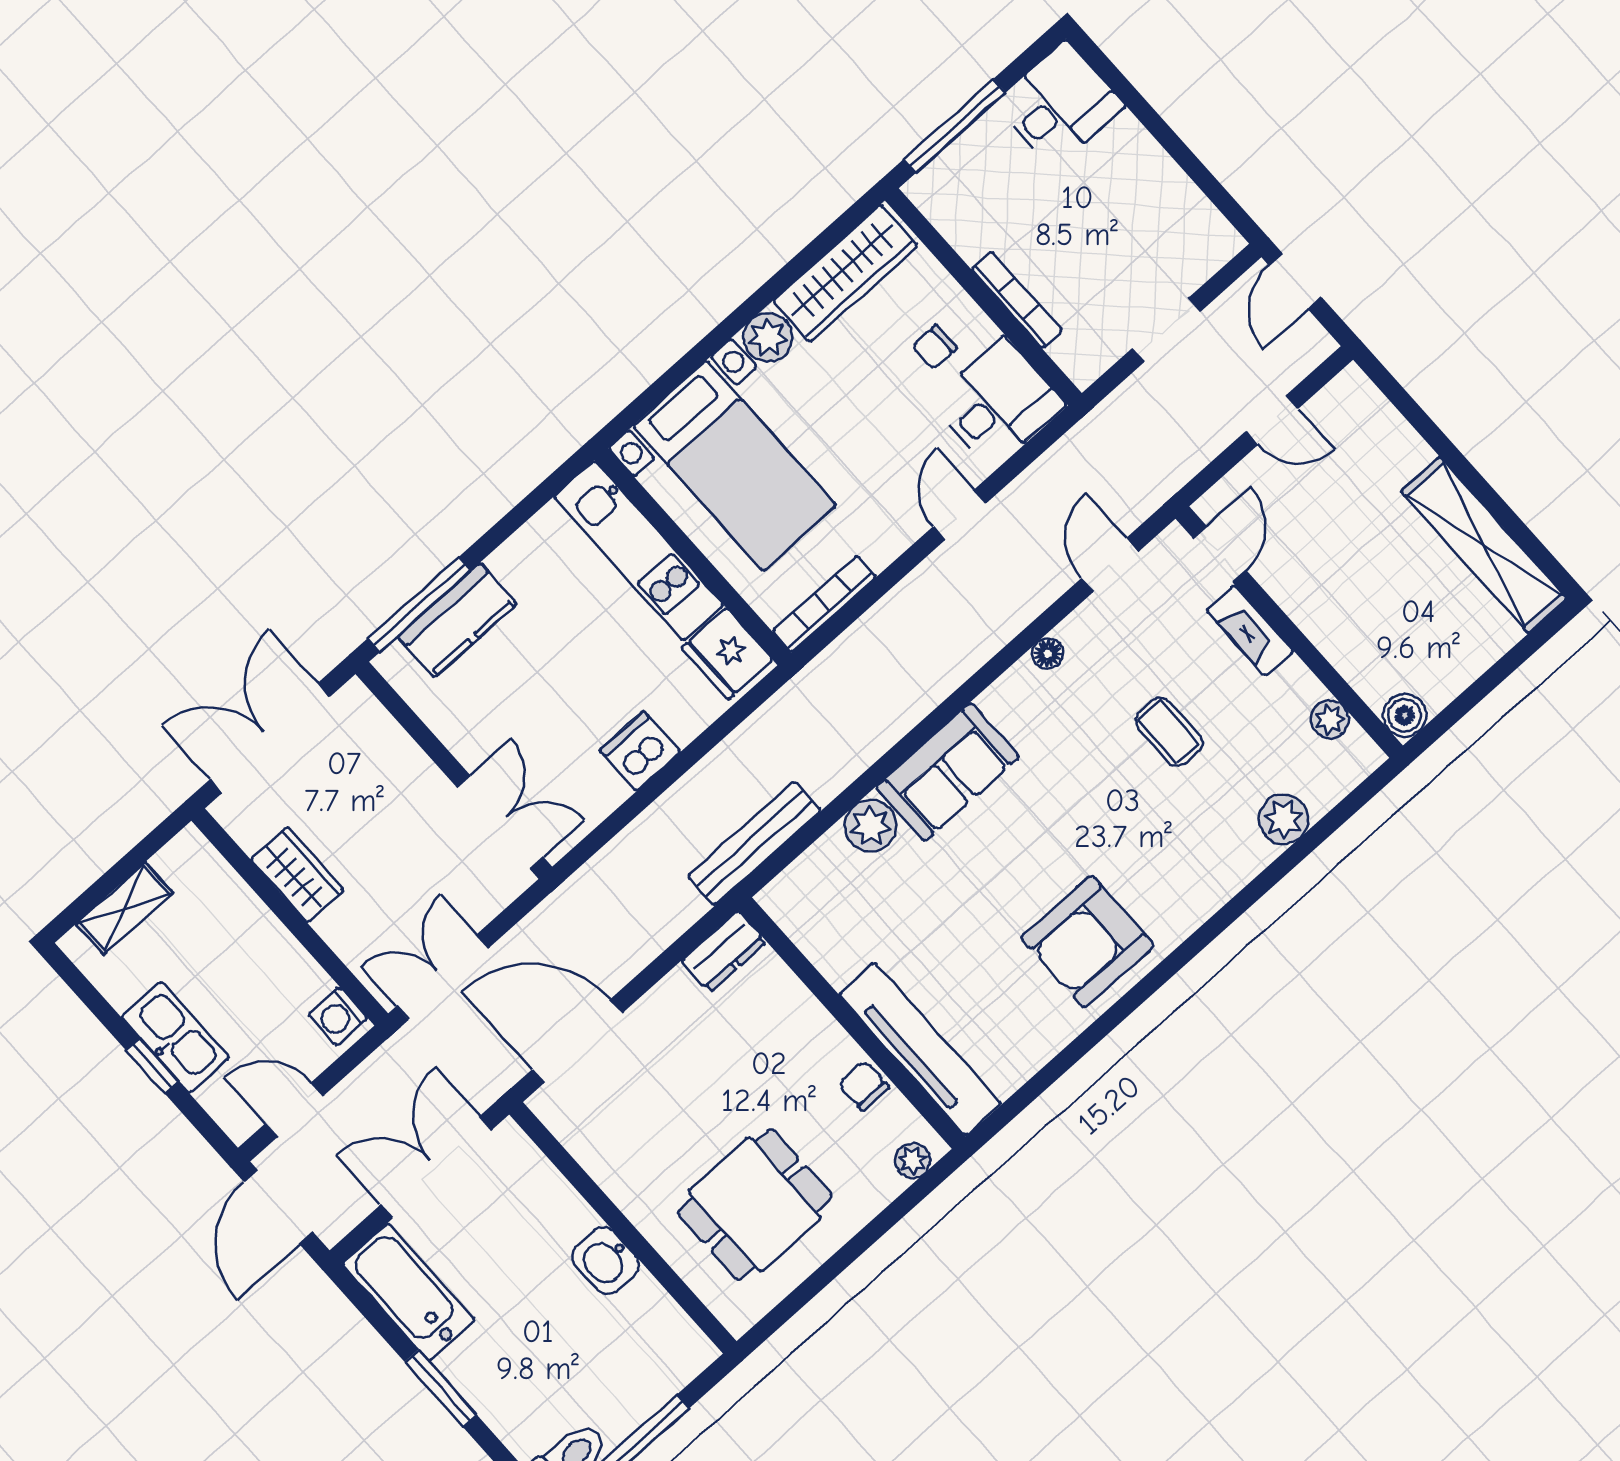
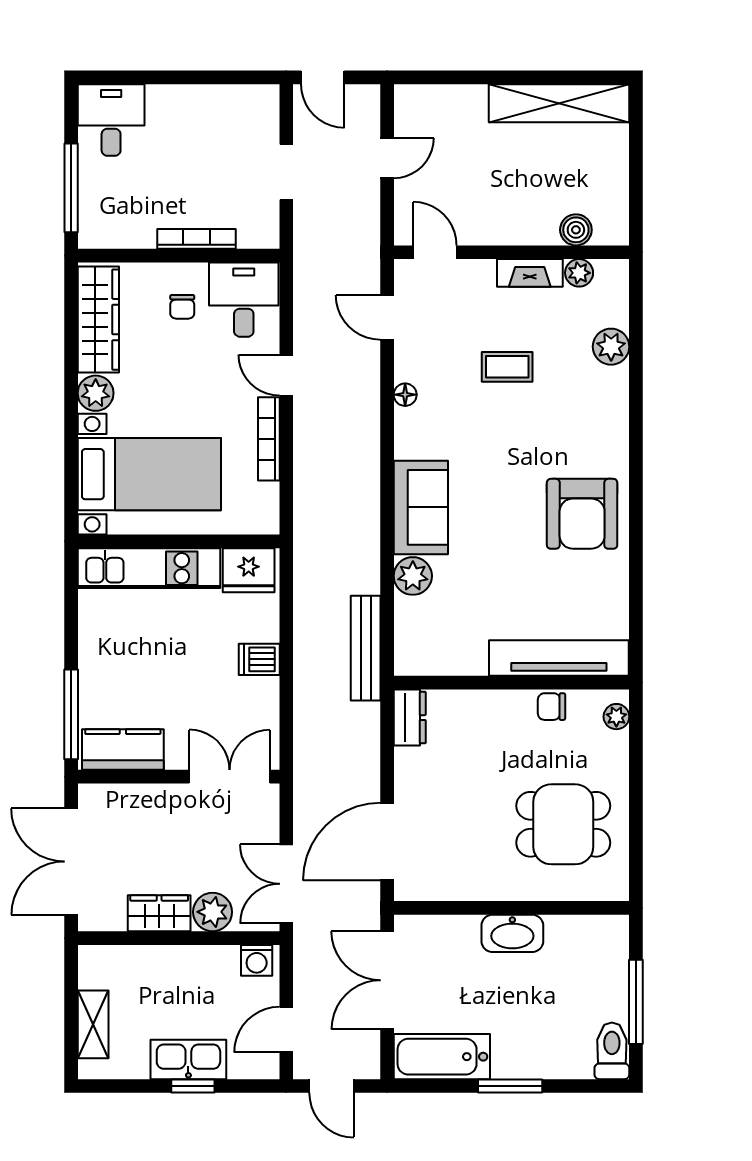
bookcase: (824, 604) -> (269, 439), moved
kitchen counter: (457, 620) -> (123, 750), moved, turned -90
fireplace: (1250, 631) -> (530, 273), moved
boiler: (1405, 715) -> (576, 230), moved
dishwasher: (640, 751) -> (259, 659), width x0.73
plant: (347, 928) -> (213, 912), added
dining table: (755, 1205) -> (563, 824), turned 90
door: (278, 1207) -> (332, 1086), width x0.73
washbasin: (606, 1261) -> (512, 933), width x1.38

